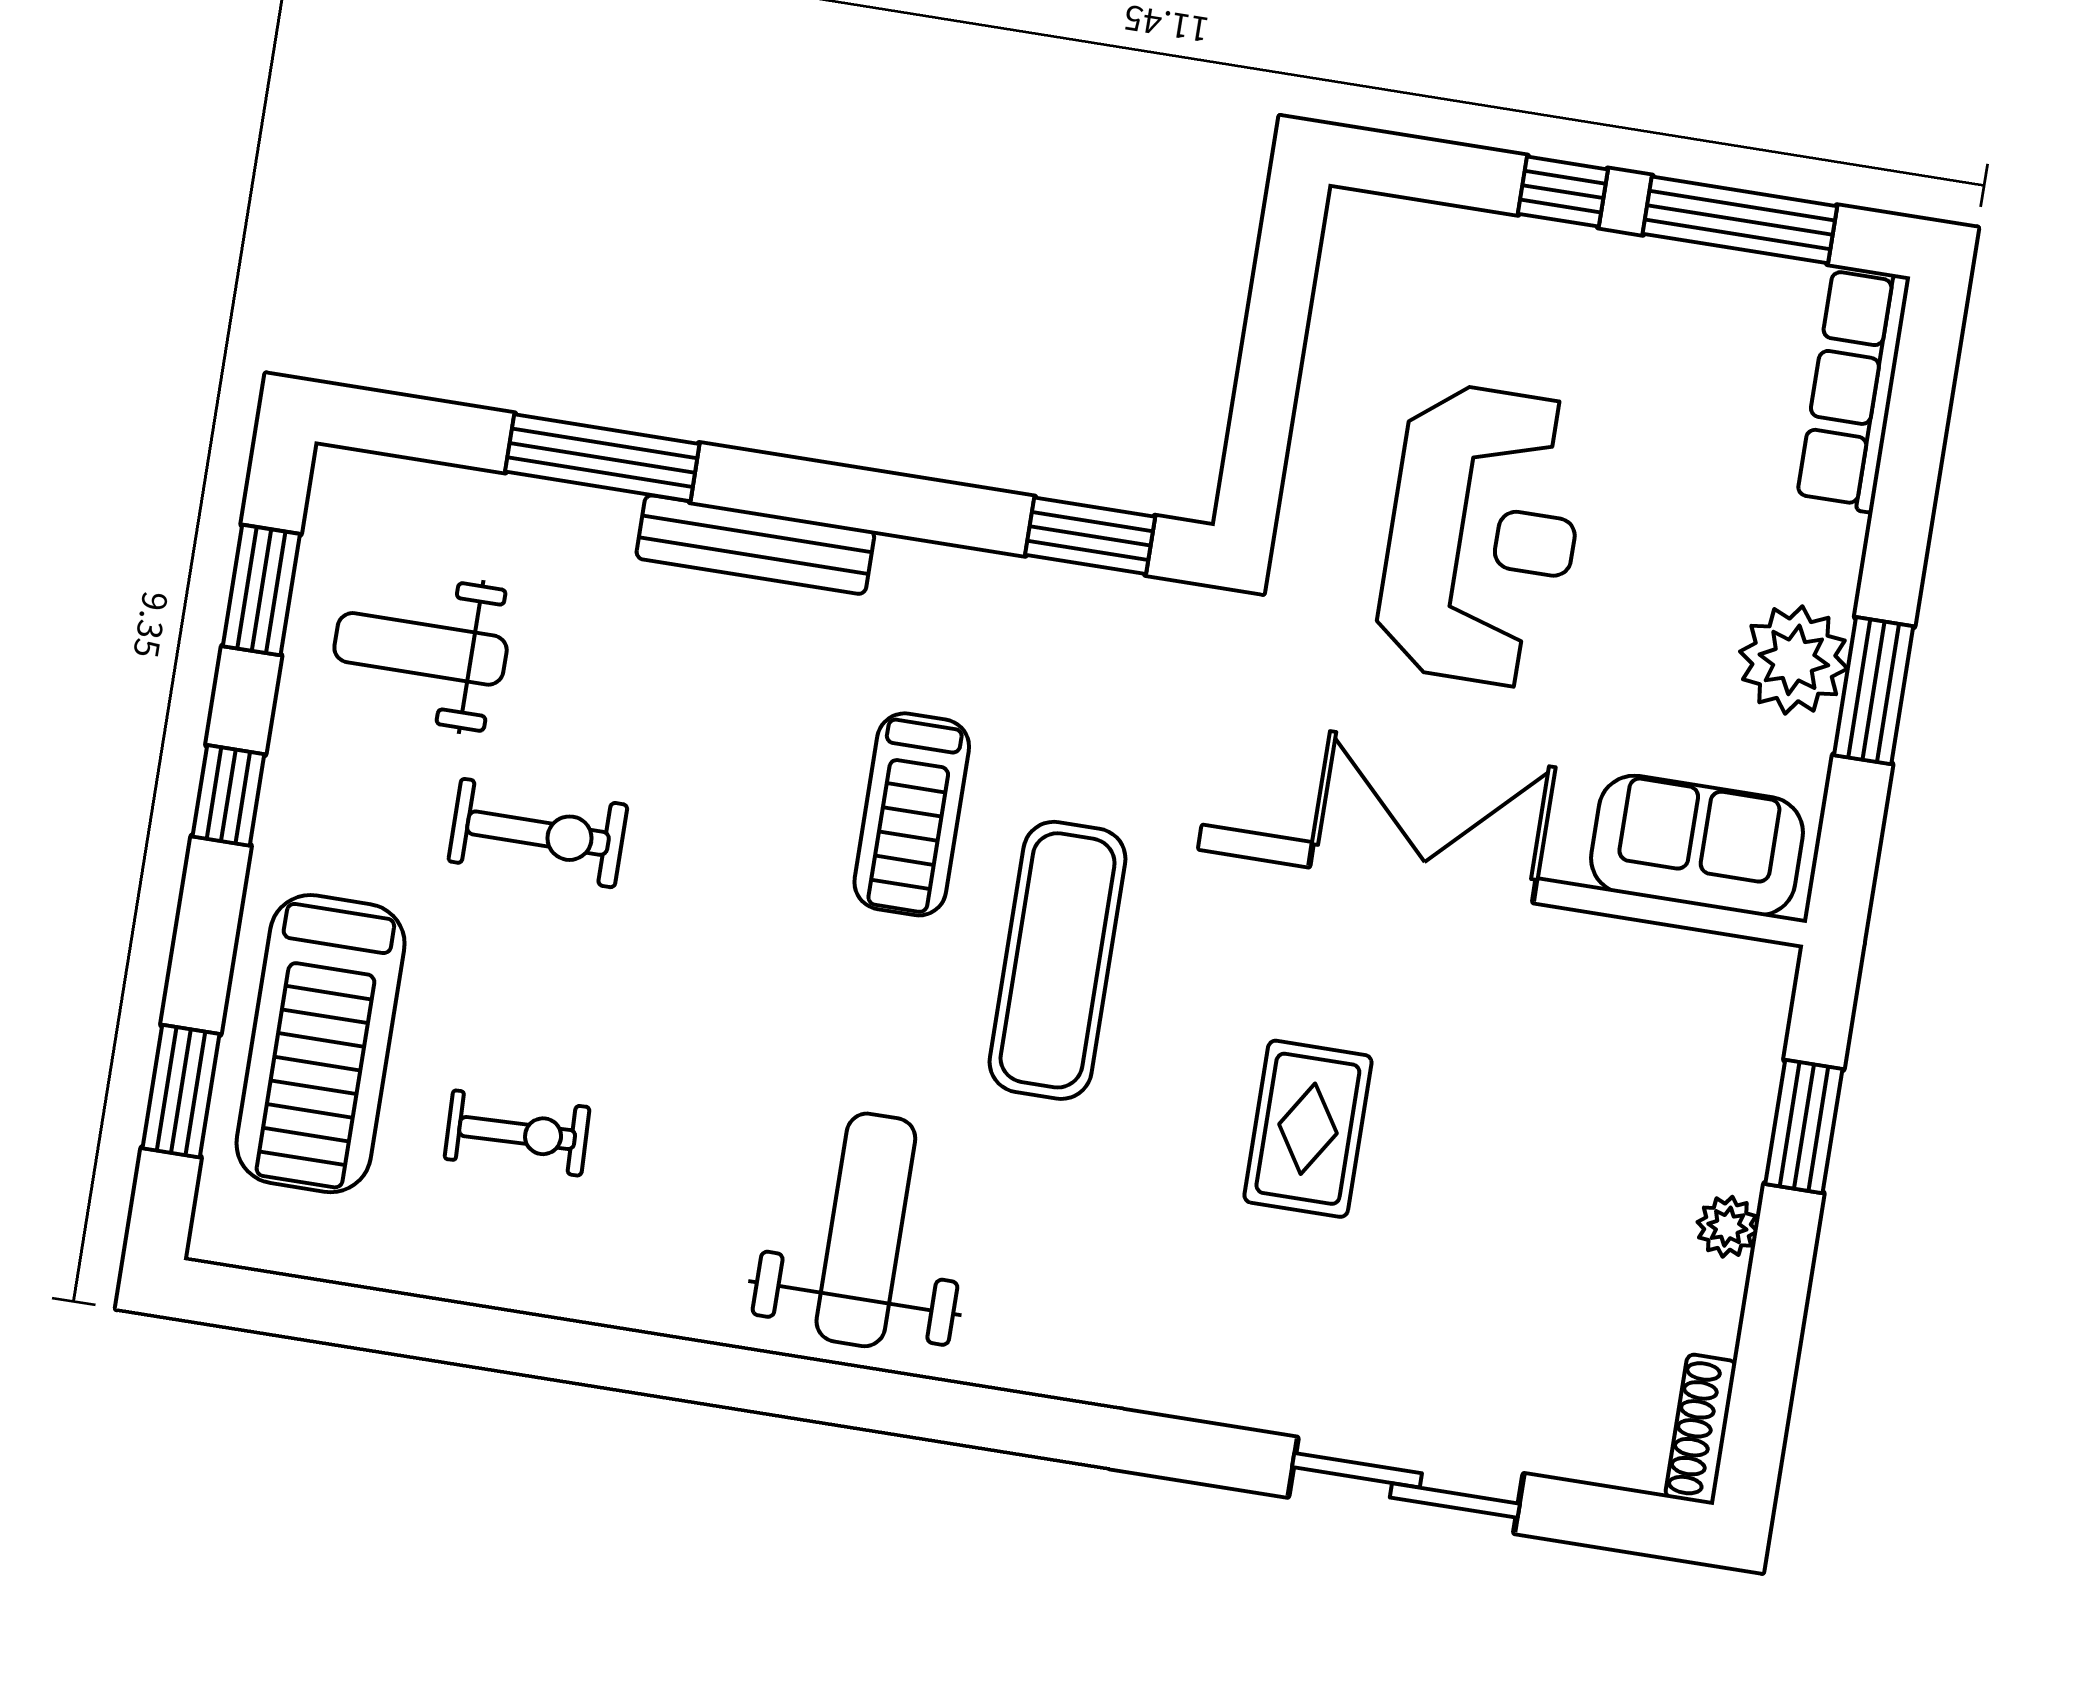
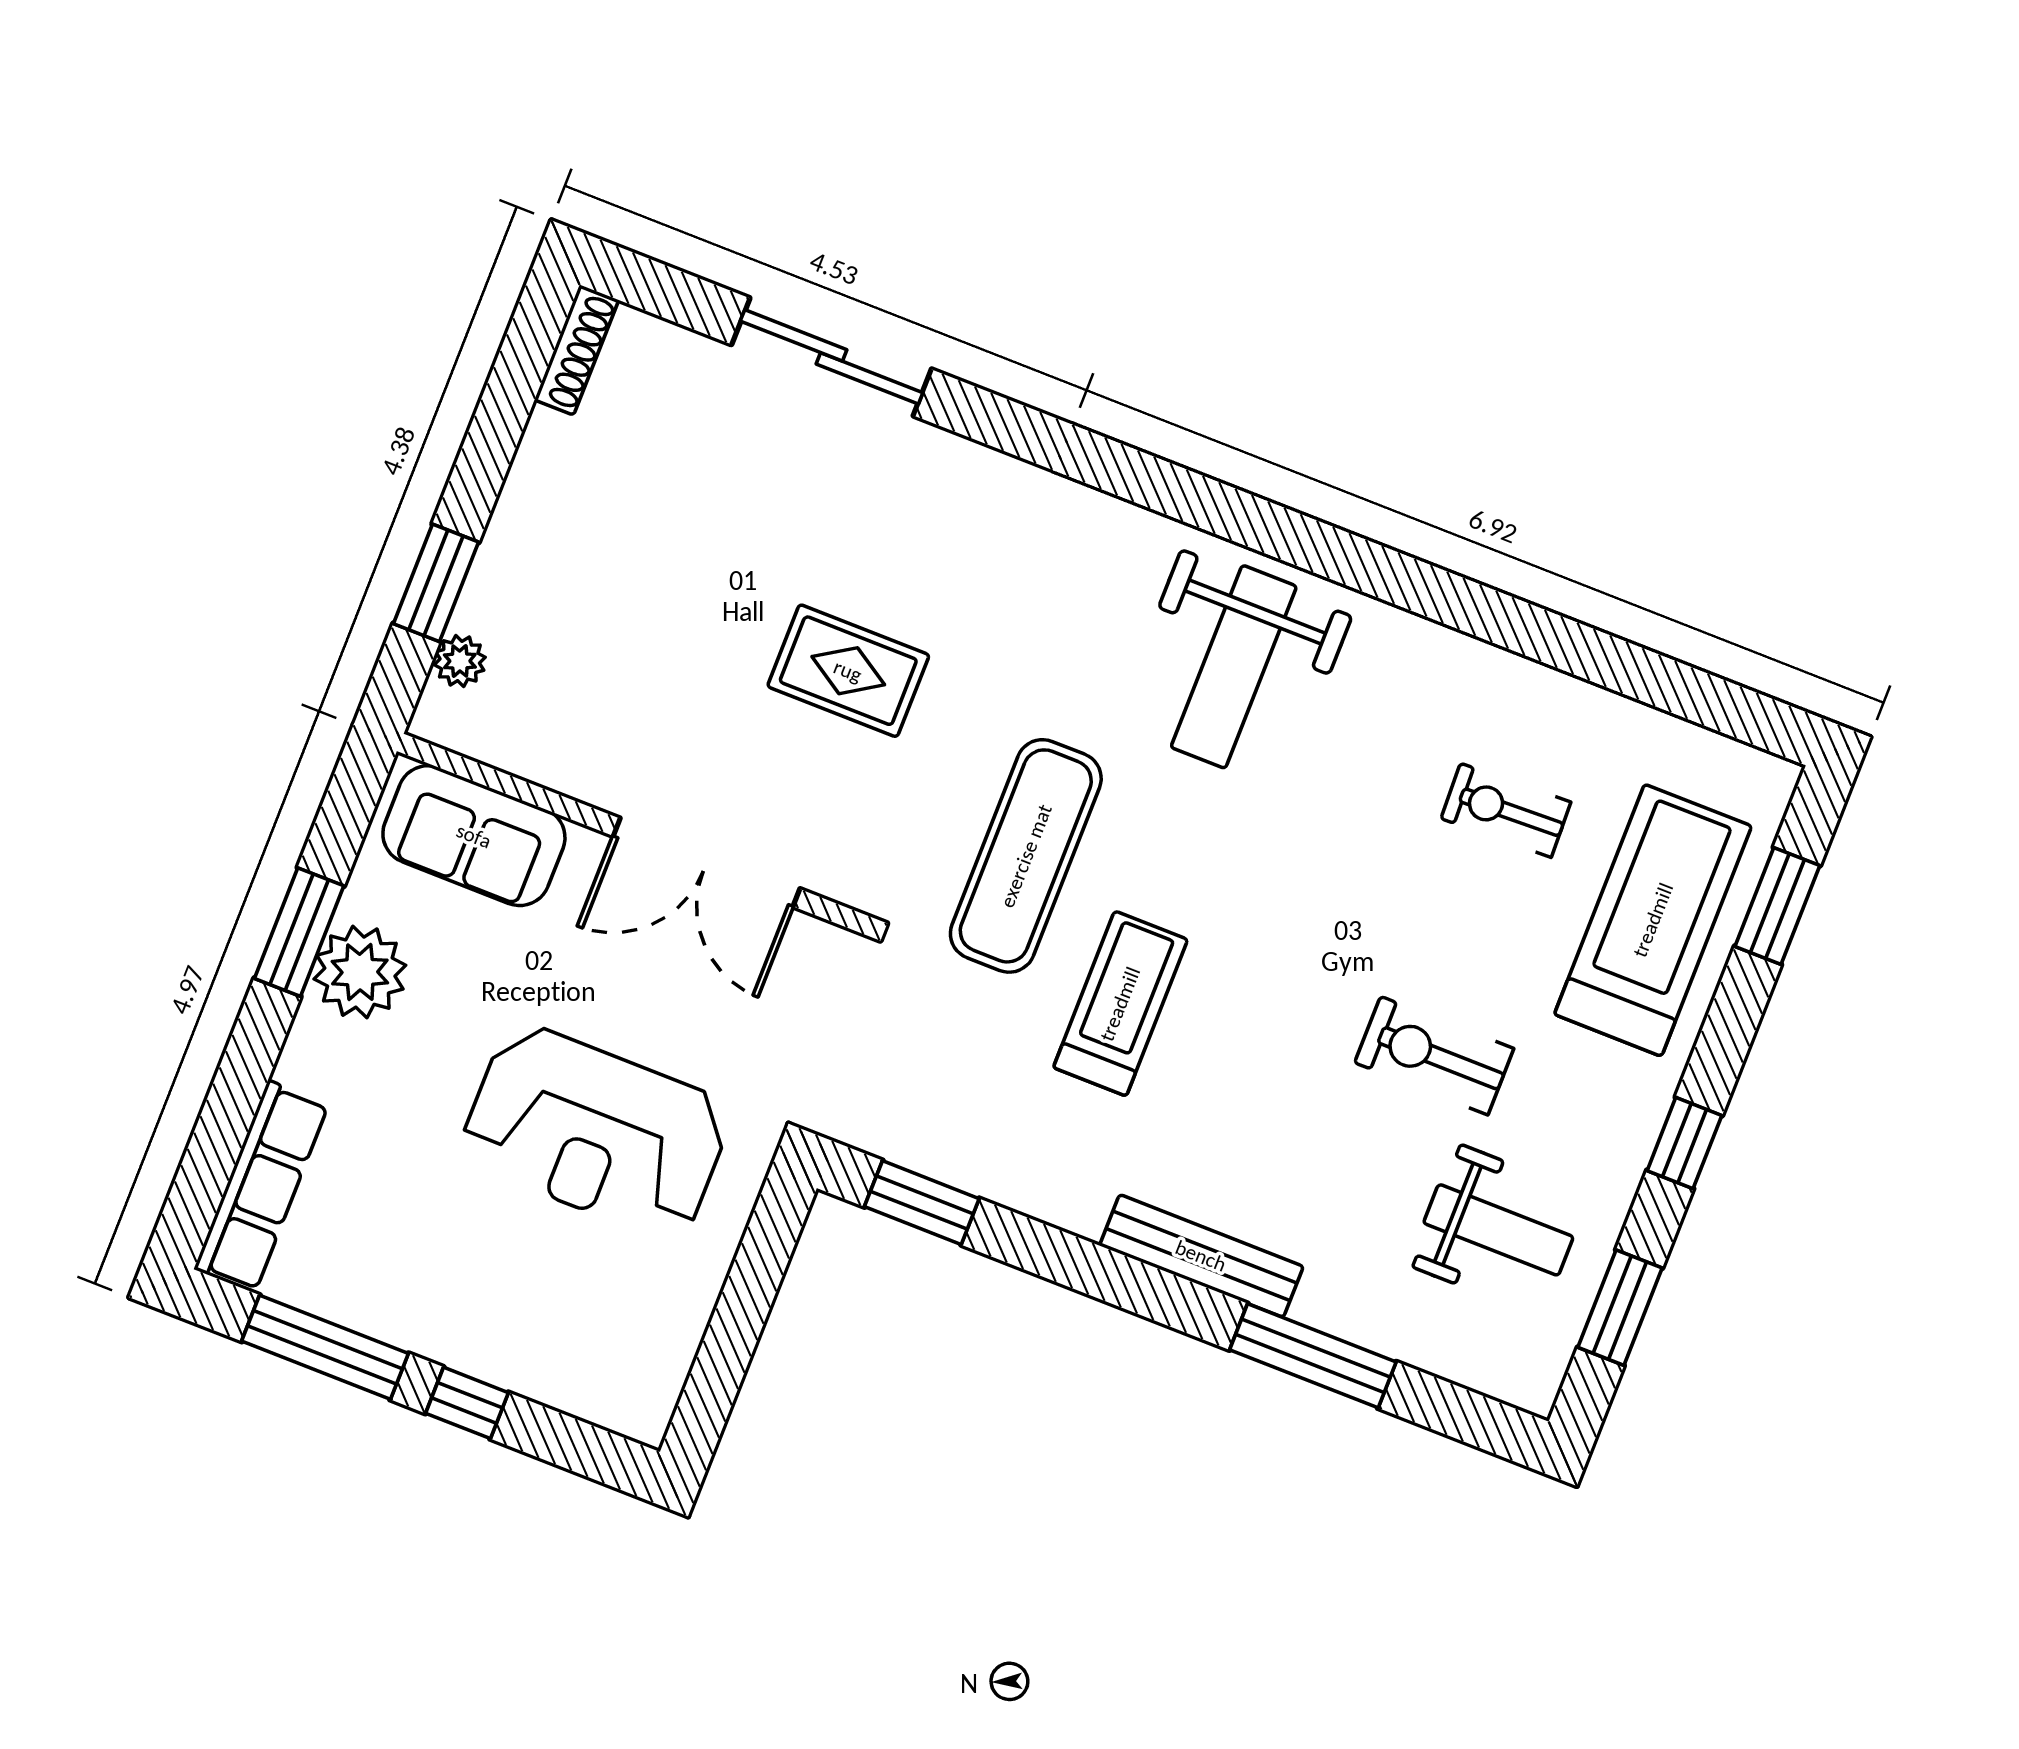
reception desk: (1483, 535) -> (596, 1132), turned -90
rug: (1308, 1129) -> (848, 671), turned 90
plant: (1727, 1227) -> (460, 661), moved

